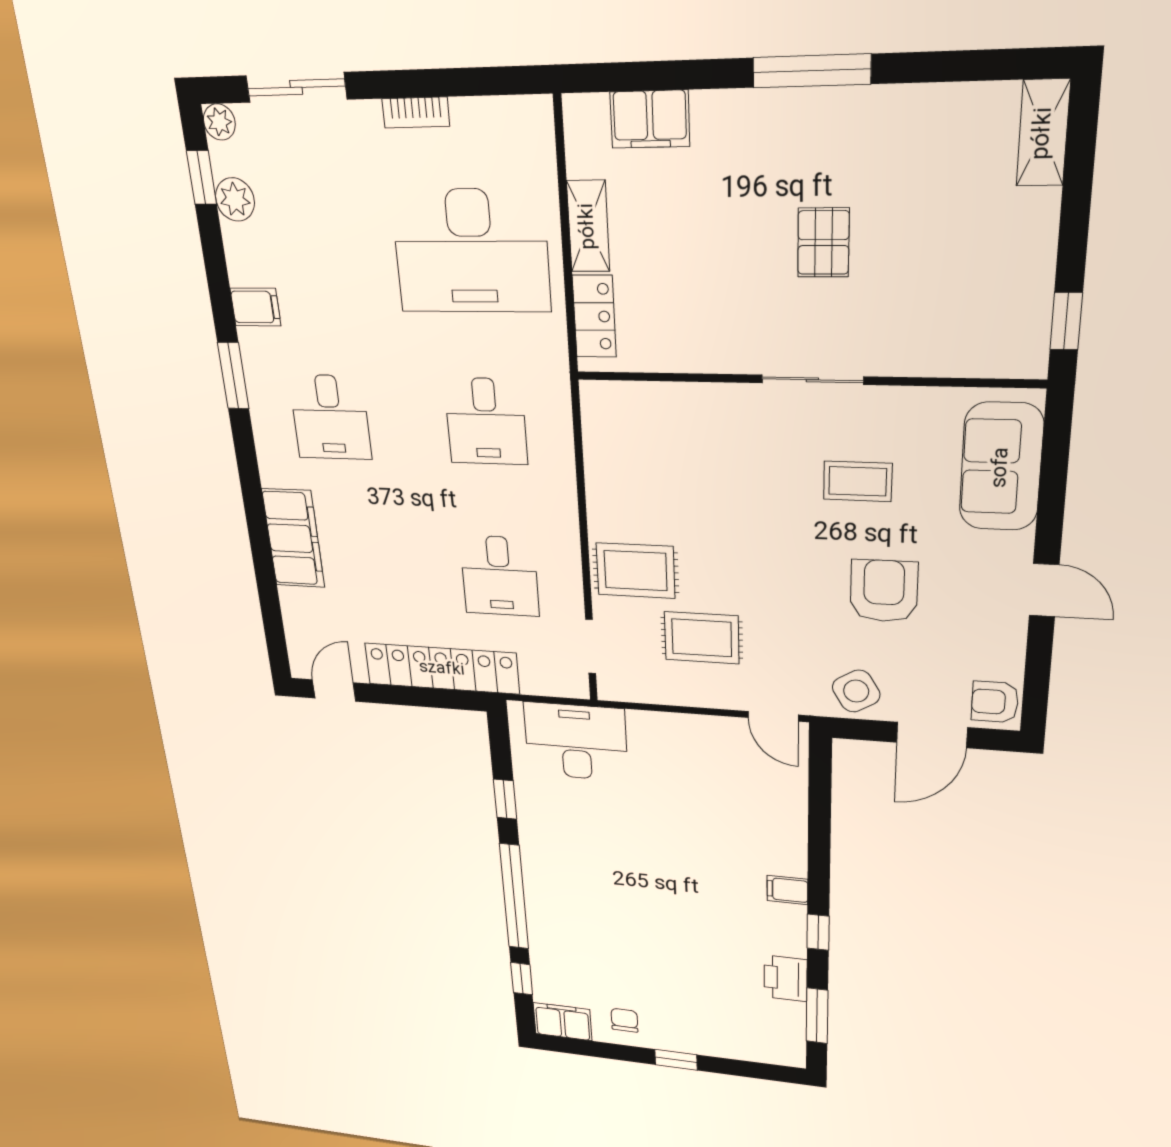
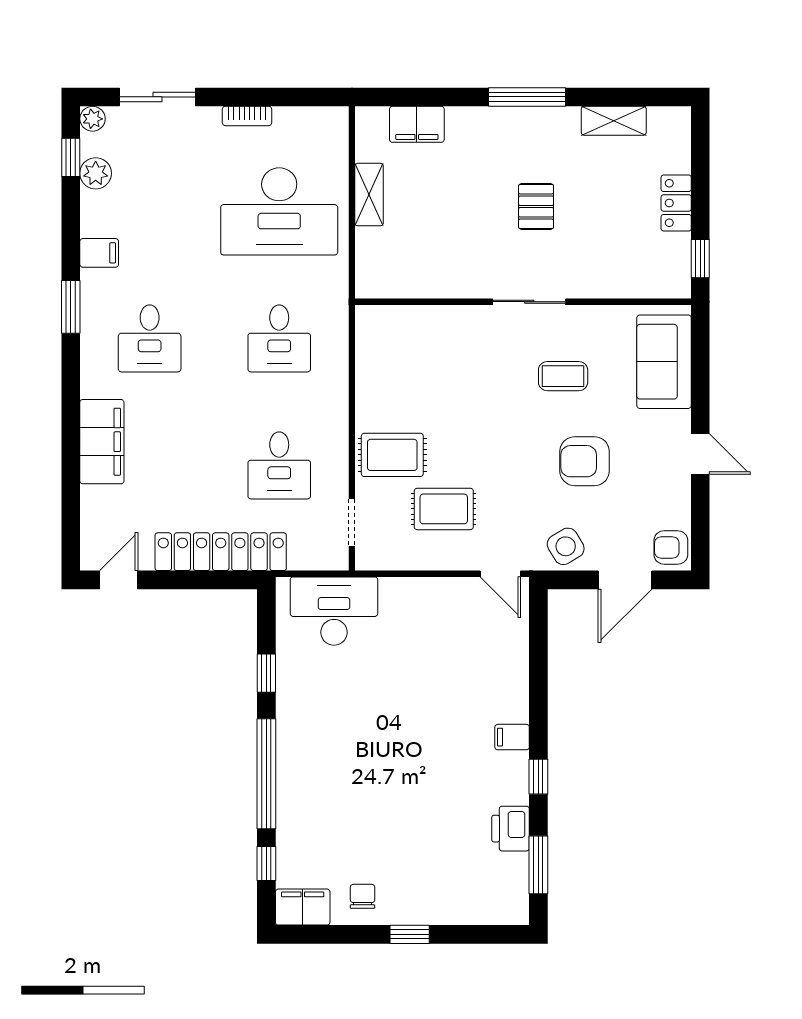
shelving: (1043, 133) -> (614, 121), moved, turned 90
locker: (594, 316) -> (676, 203), moved, turned 180
armchair: (884, 591) -> (585, 461), turned -90

